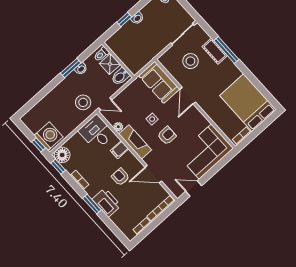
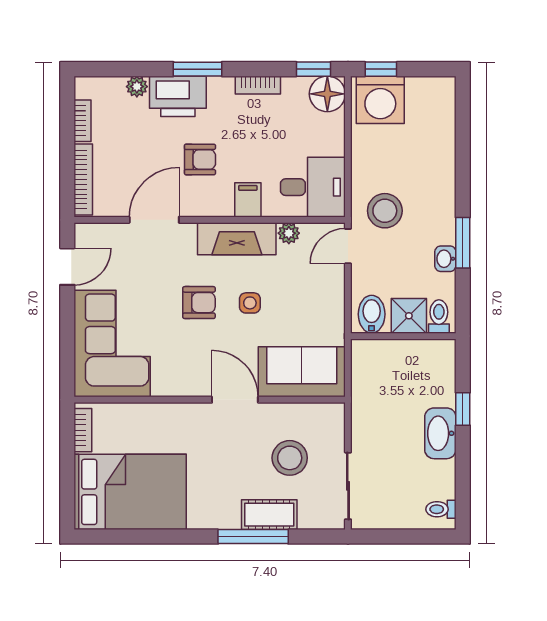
washbasin: (137, 18) -> (440, 433), width x1.91, depth x1.45
armchair: (167, 136) -> (199, 303), turned -90
plant: (115, 219) -> (137, 87), added

